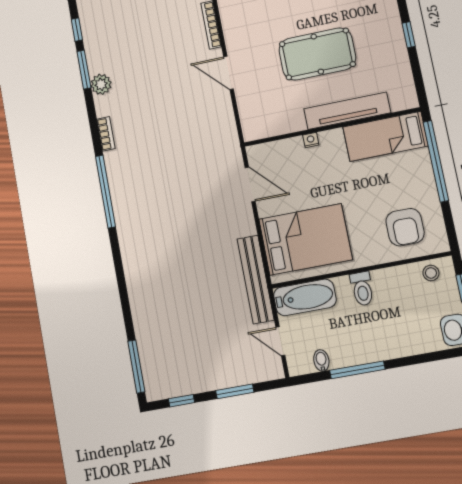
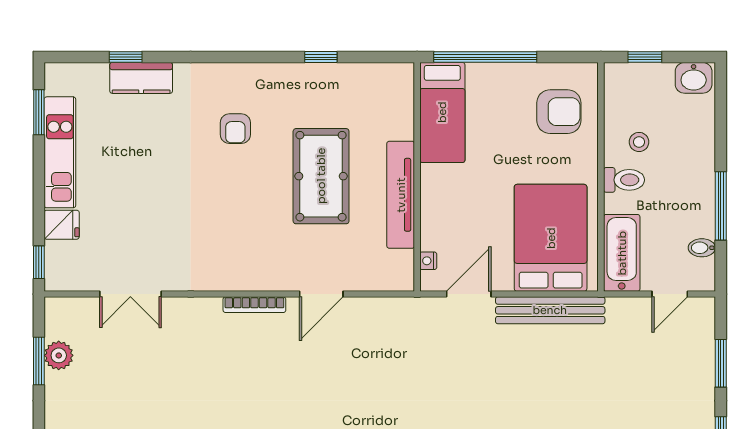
tv unit: (347, 111) -> (401, 195), moved
nightstand: (311, 140) -> (428, 261), moved
stool: (431, 273) -> (639, 142), moved
bench: (256, 279) -> (550, 310), moved

